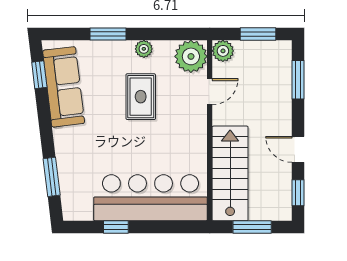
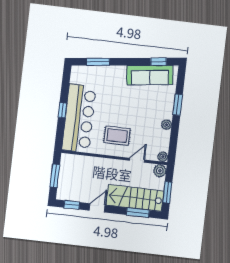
plant: (191, 56) -> (163, 157), width x0.53, depth x0.53
door: (210, 92) -> (137, 160), swing flipped
rug: (141, 97) -> (117, 136), moved
stairs: (230, 173) -> (135, 198), moved, turned 180
window: (116, 227) -> (62, 110), moved

